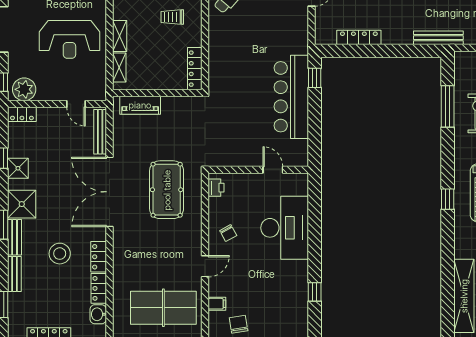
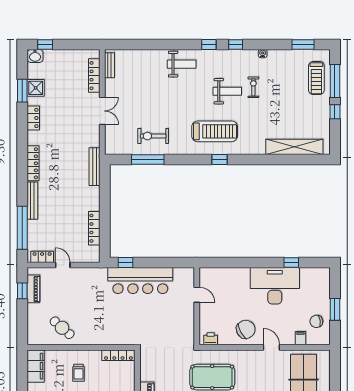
door: (273, 170) -> (197, 295), swing flipped
desk: (285, 228) -> (275, 286), moved
chair: (228, 233) -> (246, 329), width x1.87, depth x1.87

